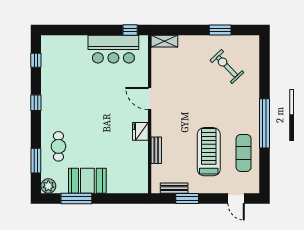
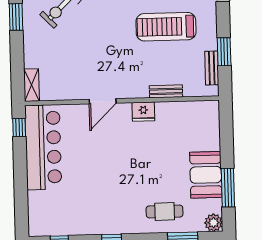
bar counter: (113, 49) -> (43, 147), width x1.36

